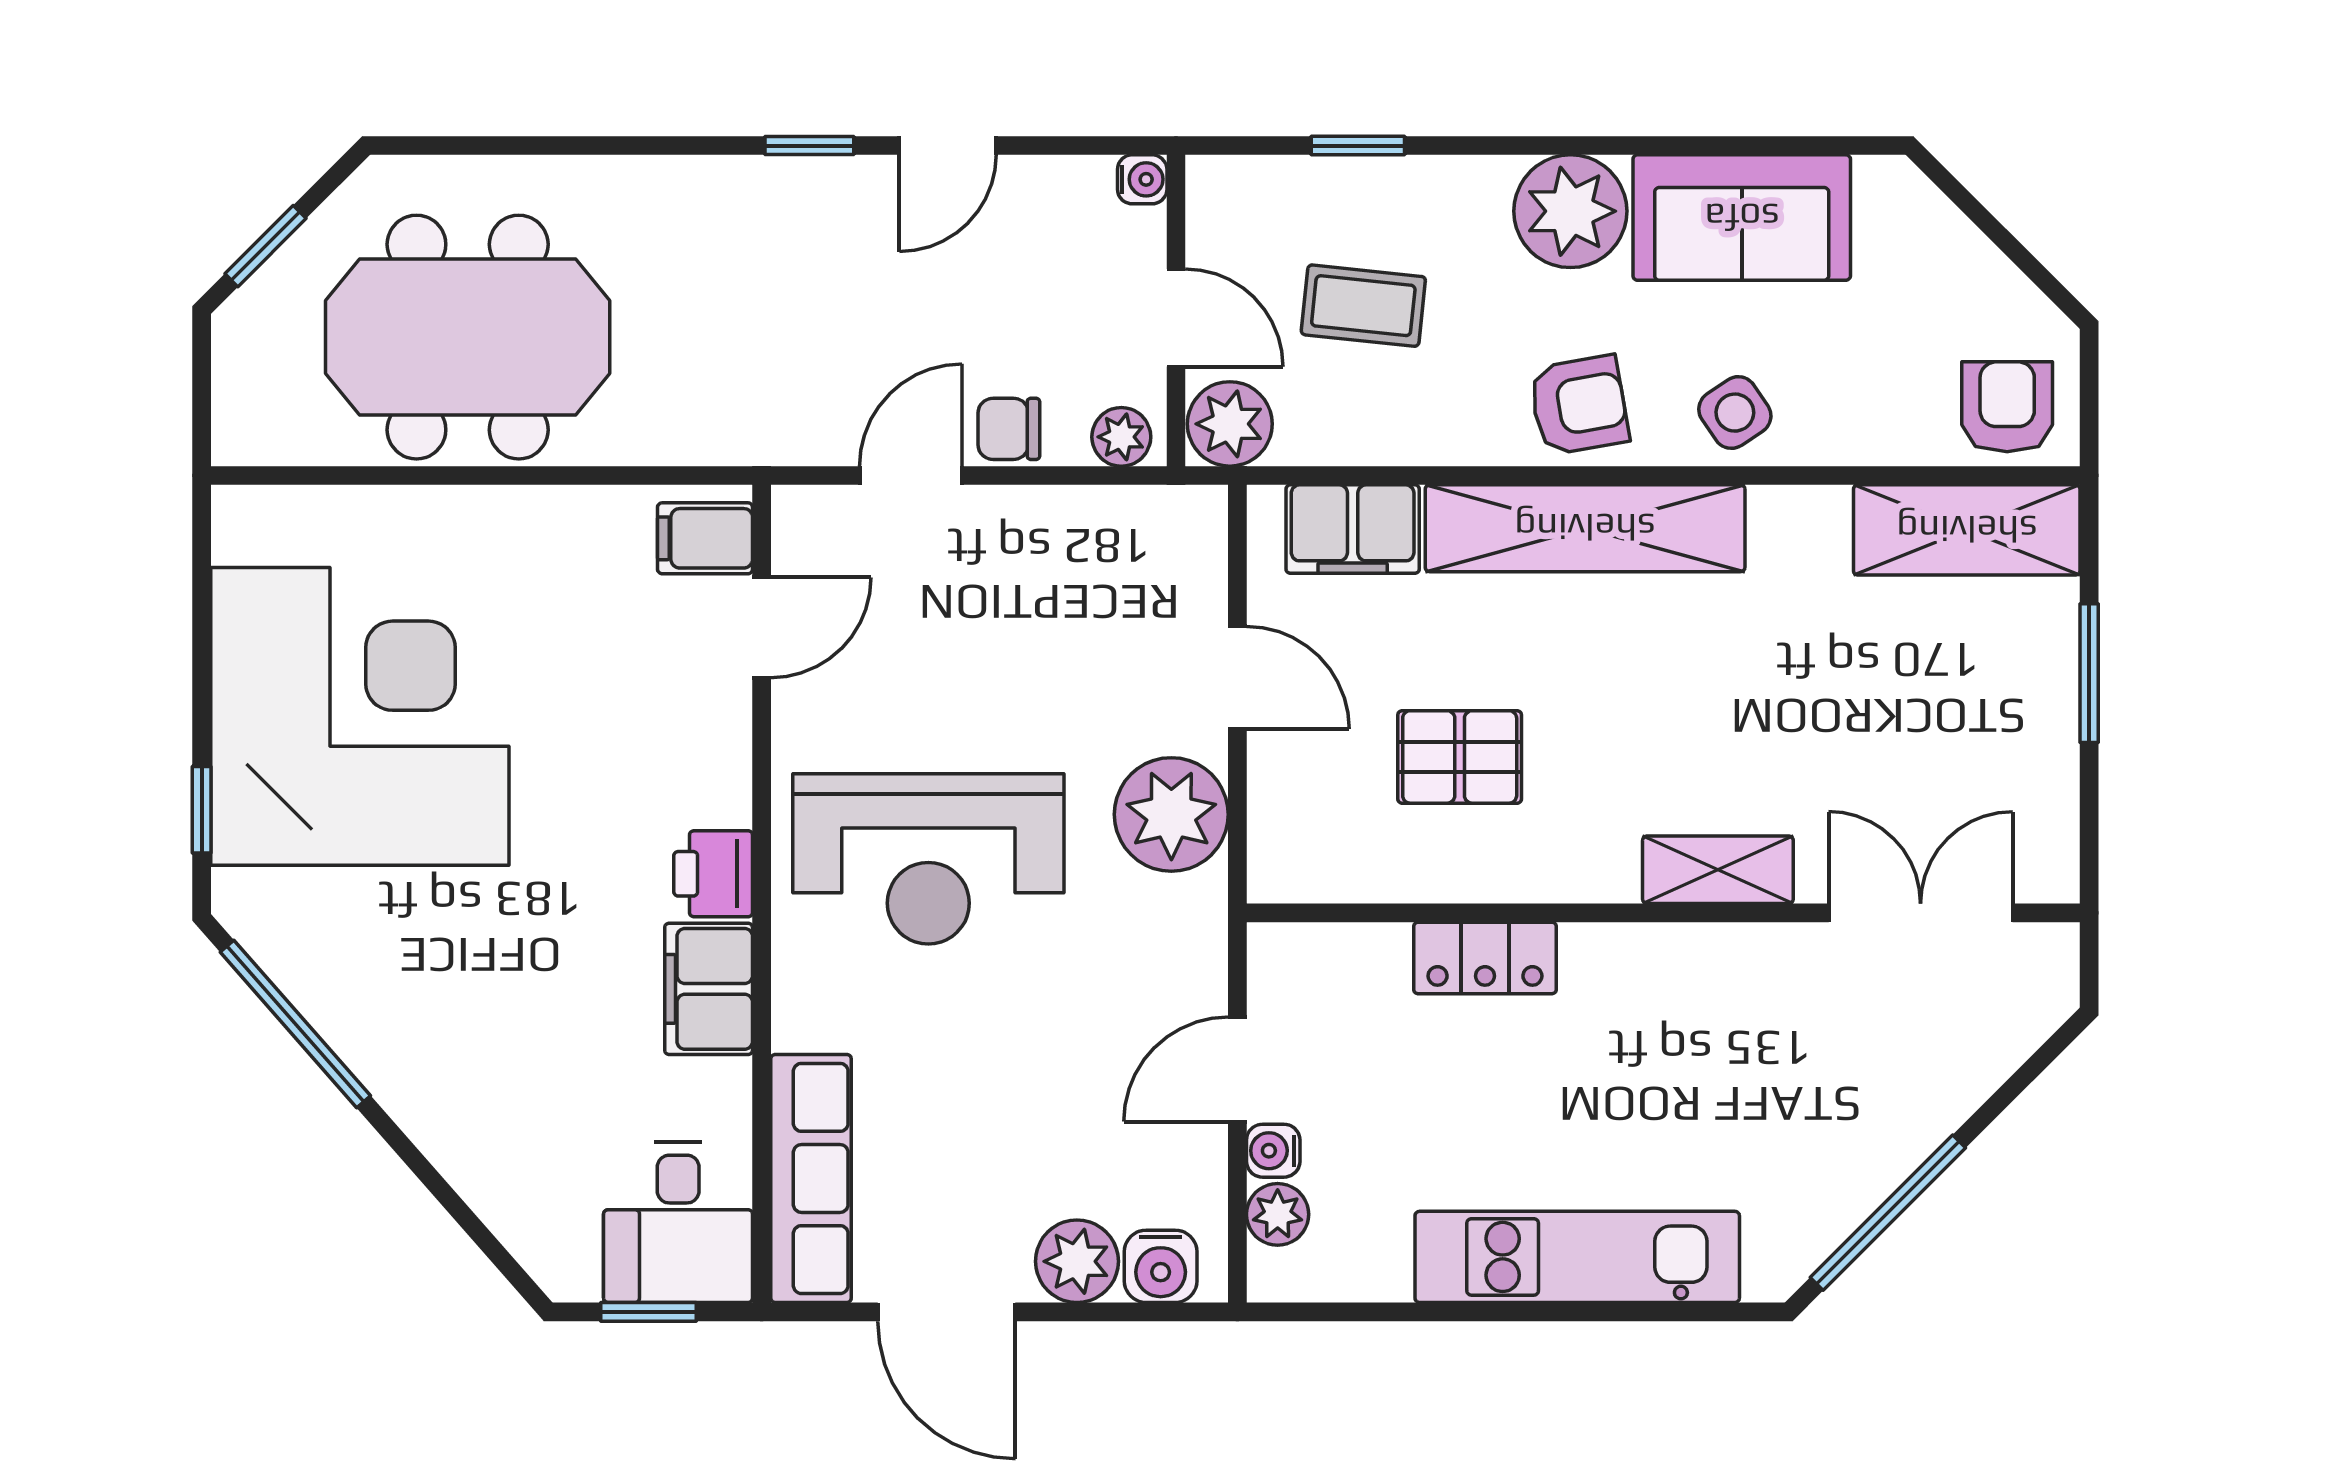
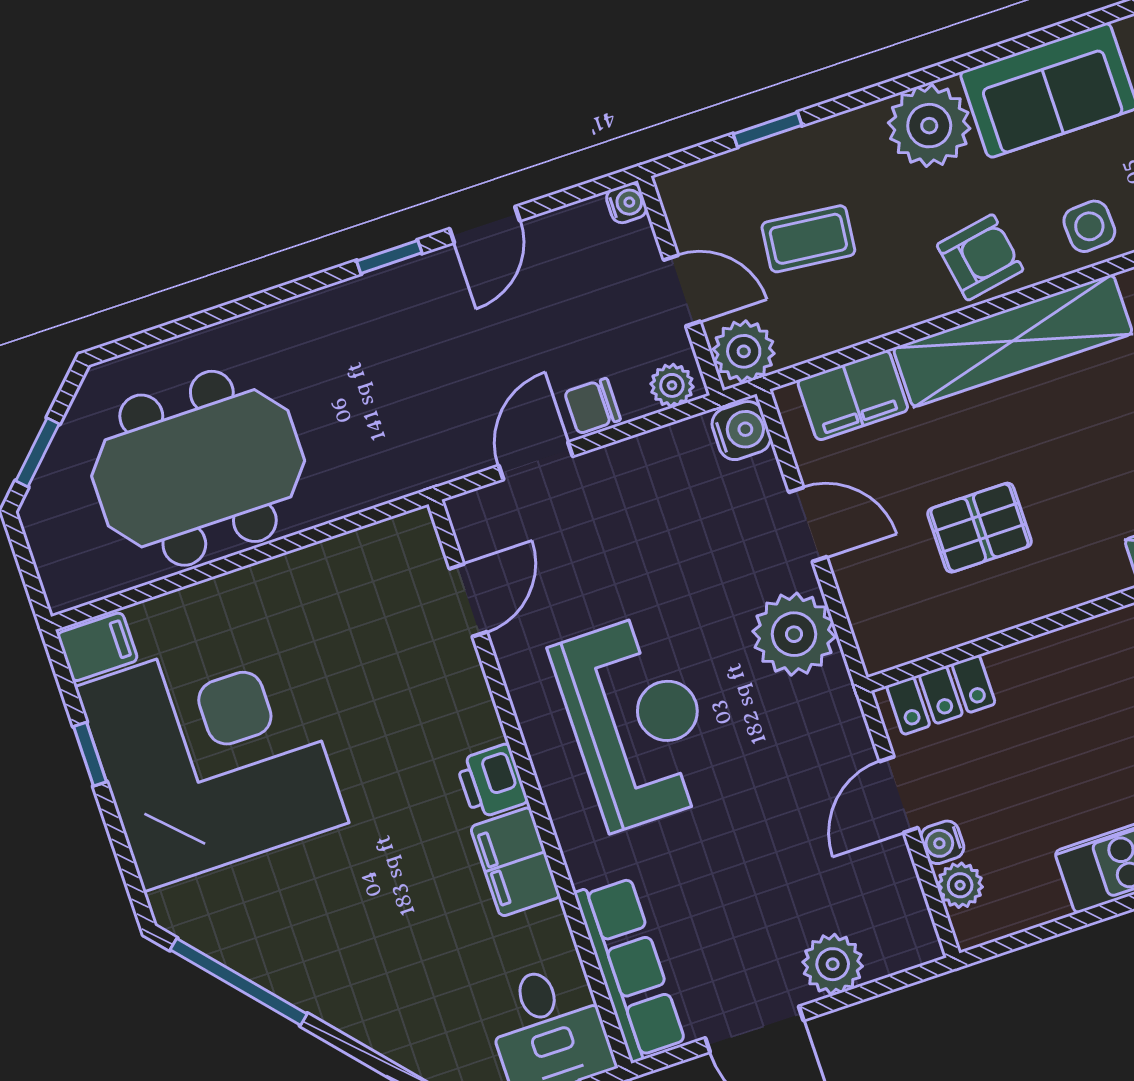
side table: (1735, 413) -> (1089, 226), turned 31
filing cabinet: (705, 538) -> (97, 647), moved, turned 180
window: (202, 810) -> (90, 754), moved
reception desk: (928, 859) -> (637, 721), turned -90
locker: (1485, 958) -> (941, 695), moved
water cooler: (1161, 1266) -> (741, 431), moved, turned -90

